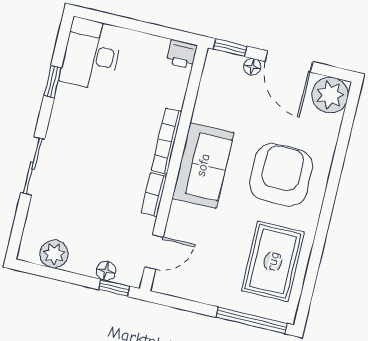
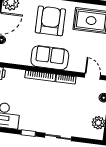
window: (53, 82) -> (28, 133), moved
armchair: (281, 175) -> (50, 21), turned 90

